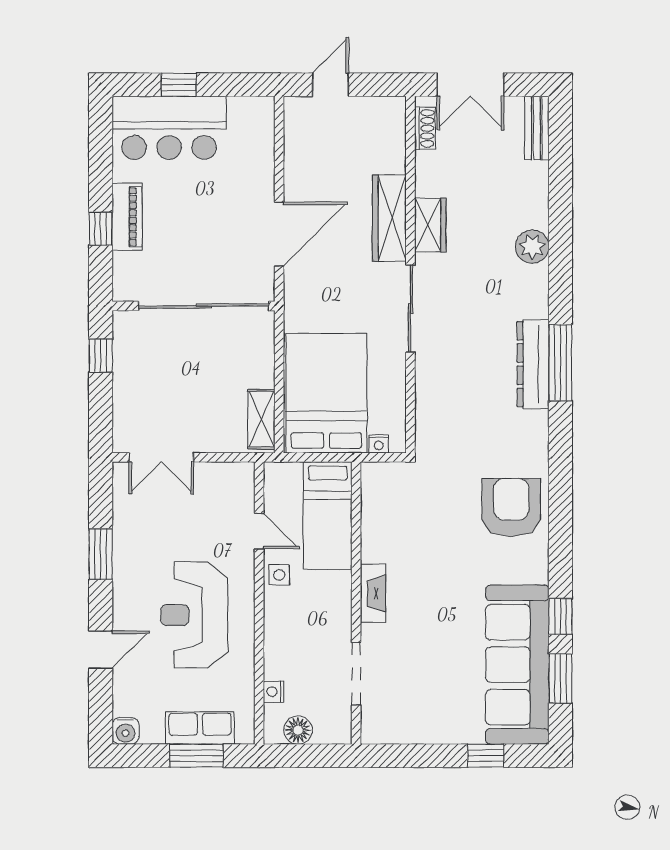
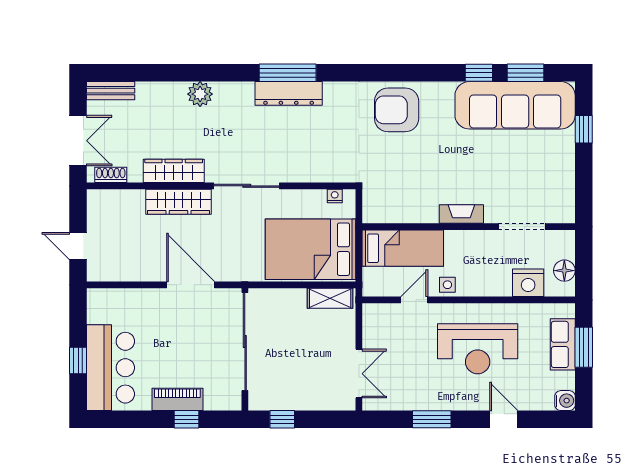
wardrobe: (430, 225) -> (174, 171), width x1.50
nightstand: (379, 444) -> (335, 196), moved, turned -90
nightstand: (274, 692) -> (528, 283), width x1.89, depth x1.79

